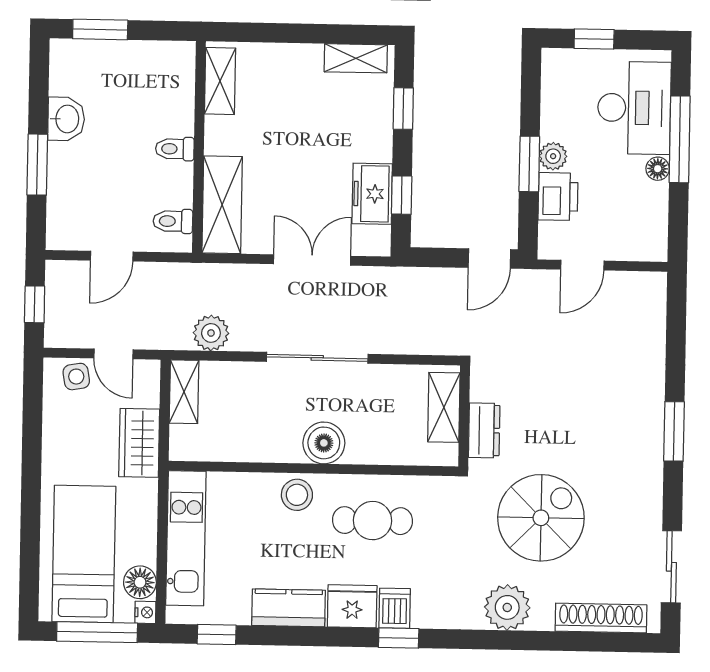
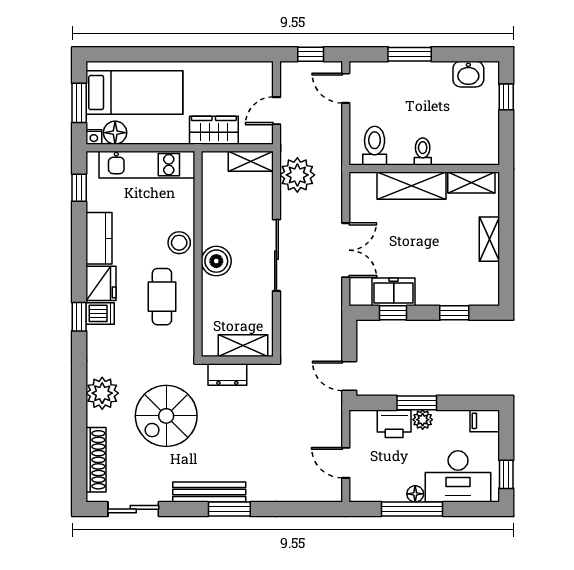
window: (100, 29) -> (506, 97), width x0.67
window: (594, 39) -> (506, 474), moved
shelving: (356, 58) -> (489, 239), moved
filing cabinet: (556, 69) -> (485, 421), added
washbasin: (66, 119) -> (468, 74), moved
window: (680, 139) -> (412, 509), moved
shelving: (222, 205) -> (412, 186), moved
toilet: (173, 221) -> (375, 146), width x1.37, depth x1.39
door: (112, 256) -> (346, 88), moved
door: (582, 265) -> (346, 463), moved
plant: (211, 333) -> (297, 175), width x1.36, depth x1.36
side table: (76, 377) -> (260, 85), removed
bench: (649, 459) -> (209, 492), added
spiral stairs: (541, 518) -> (166, 416), turned 90
window: (97, 632) -> (79, 103), width x0.69

